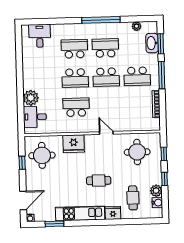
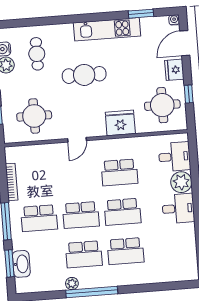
plant: (137, 26) -> (72, 284), moved
desk: (40, 36) -> (178, 208), moved, turned -90
school desk: (137, 76) -> (39, 218), turned 180
school desk: (106, 77) -> (81, 215), turned 180
school desk: (75, 78) -> (123, 212), turned 180
door: (106, 133) -> (77, 140), hinge flipped
cafe table: (99, 181) -> (84, 75), width x1.37, depth x1.35
fridge: (113, 213) -> (174, 70), moved, turned 90

